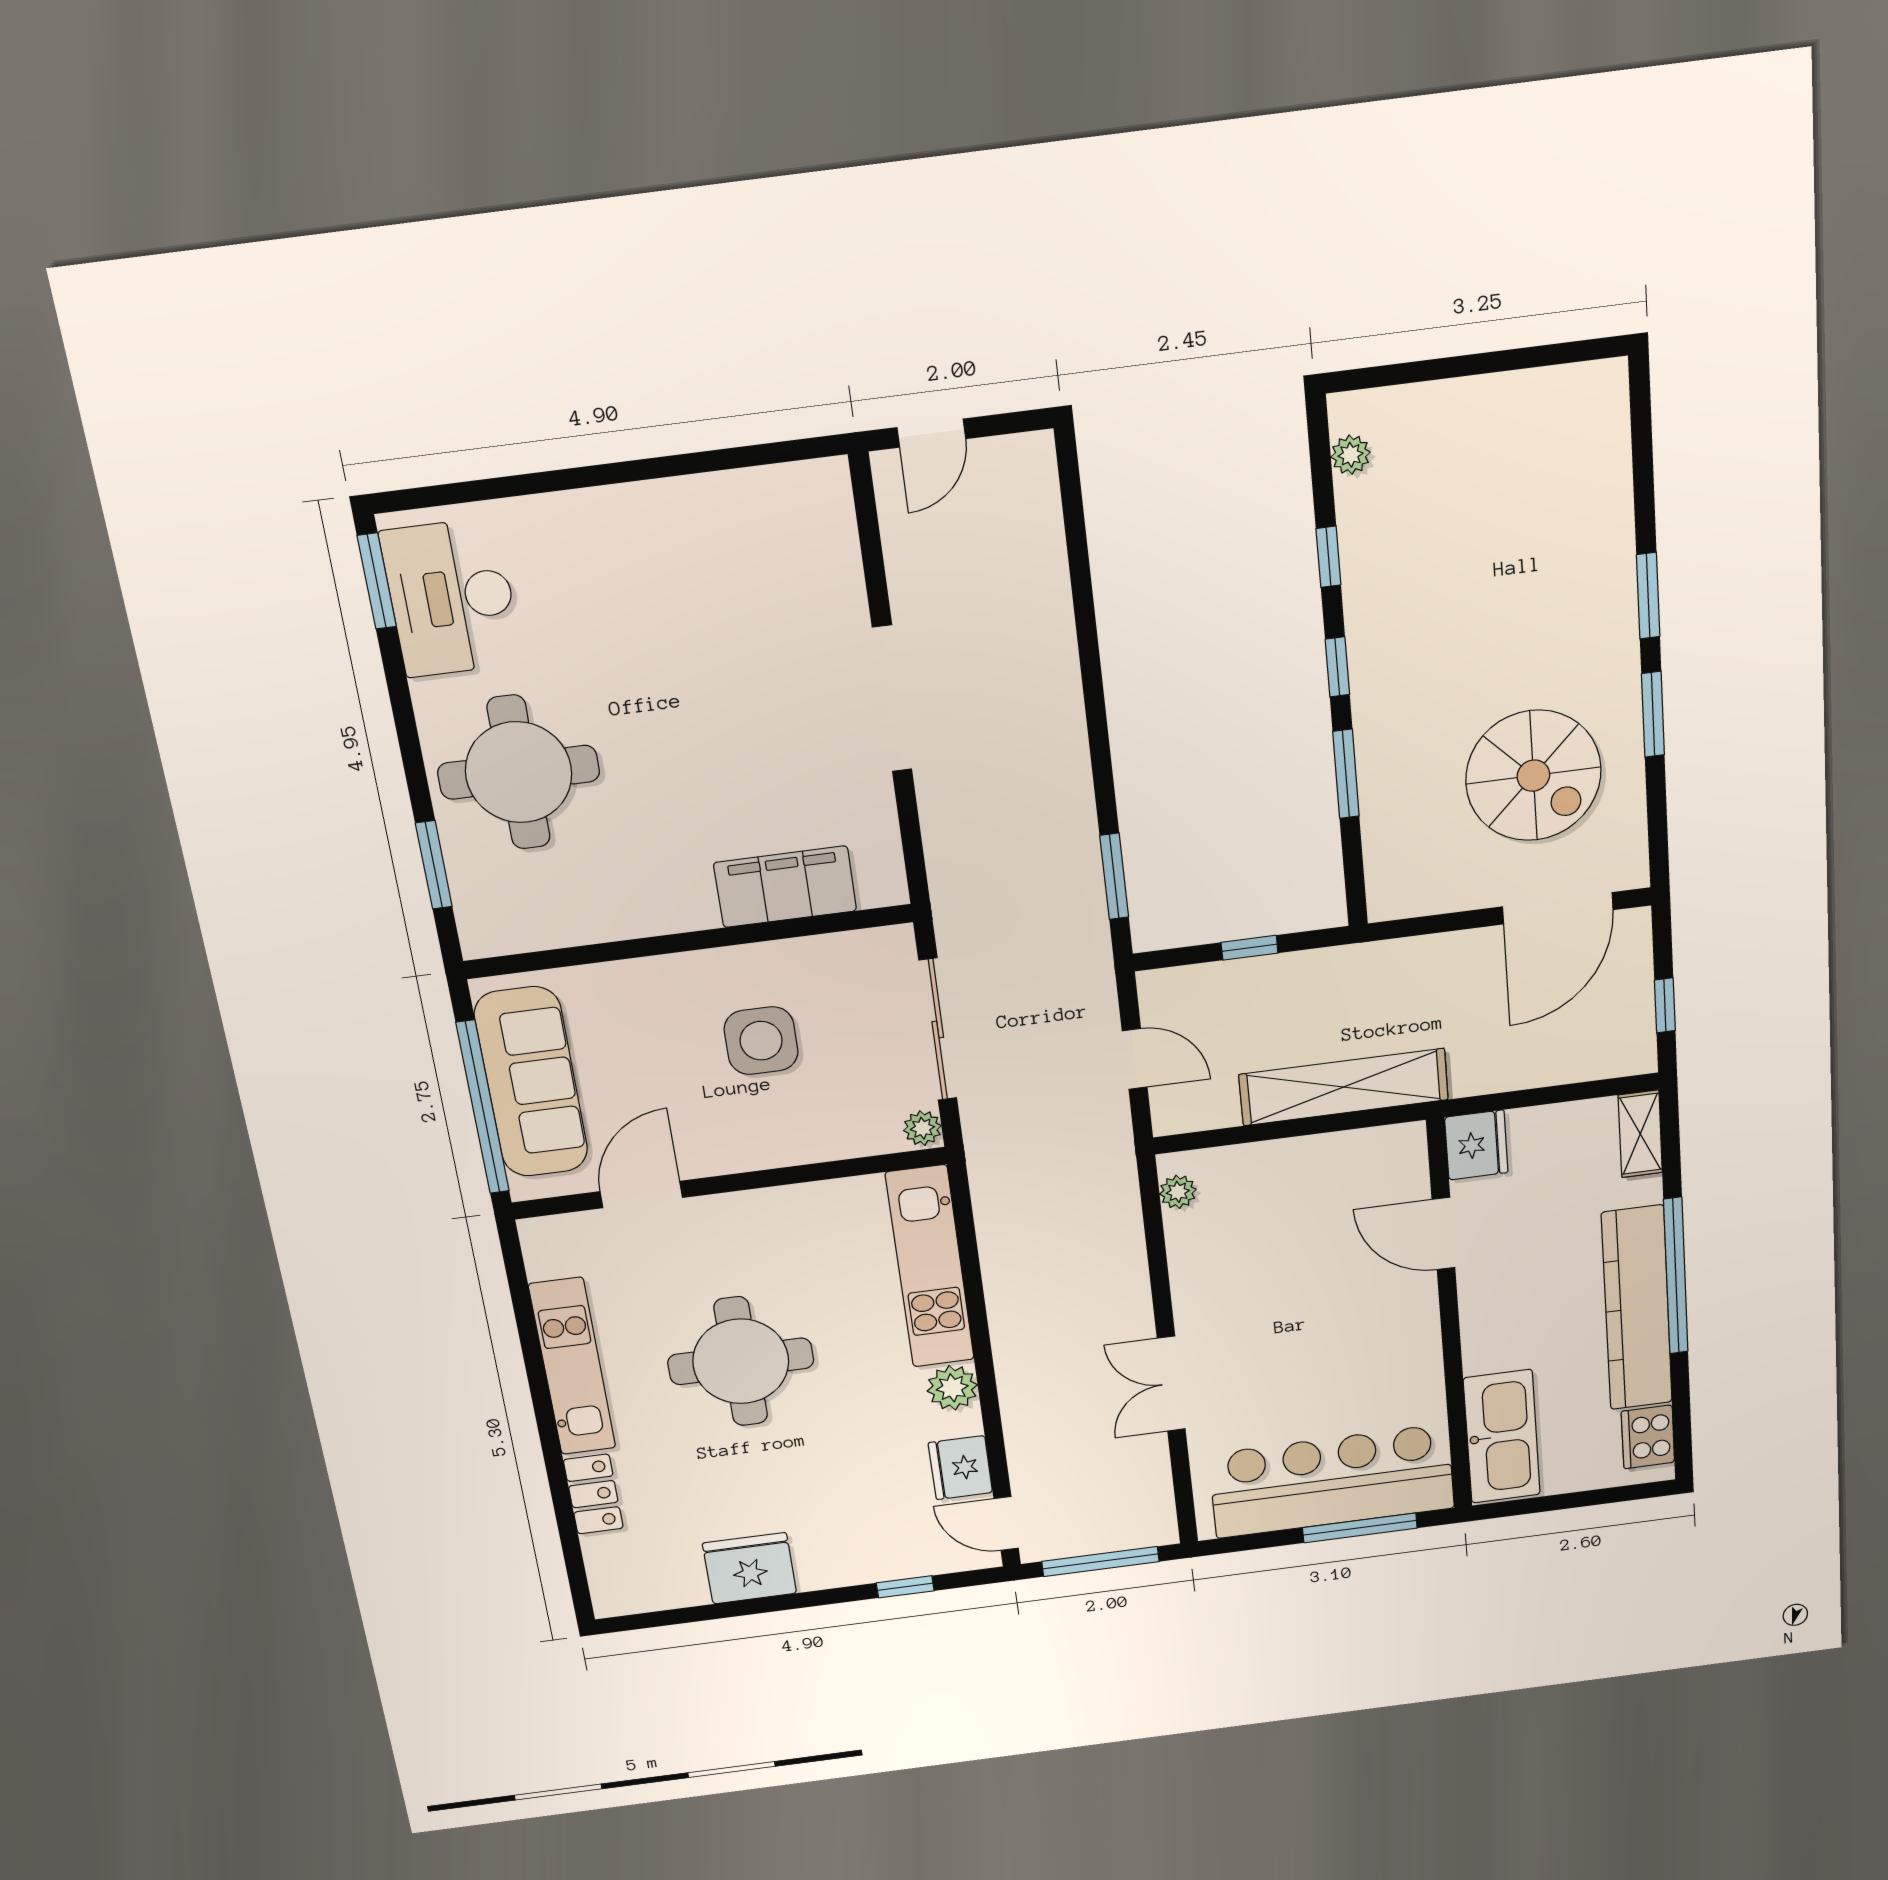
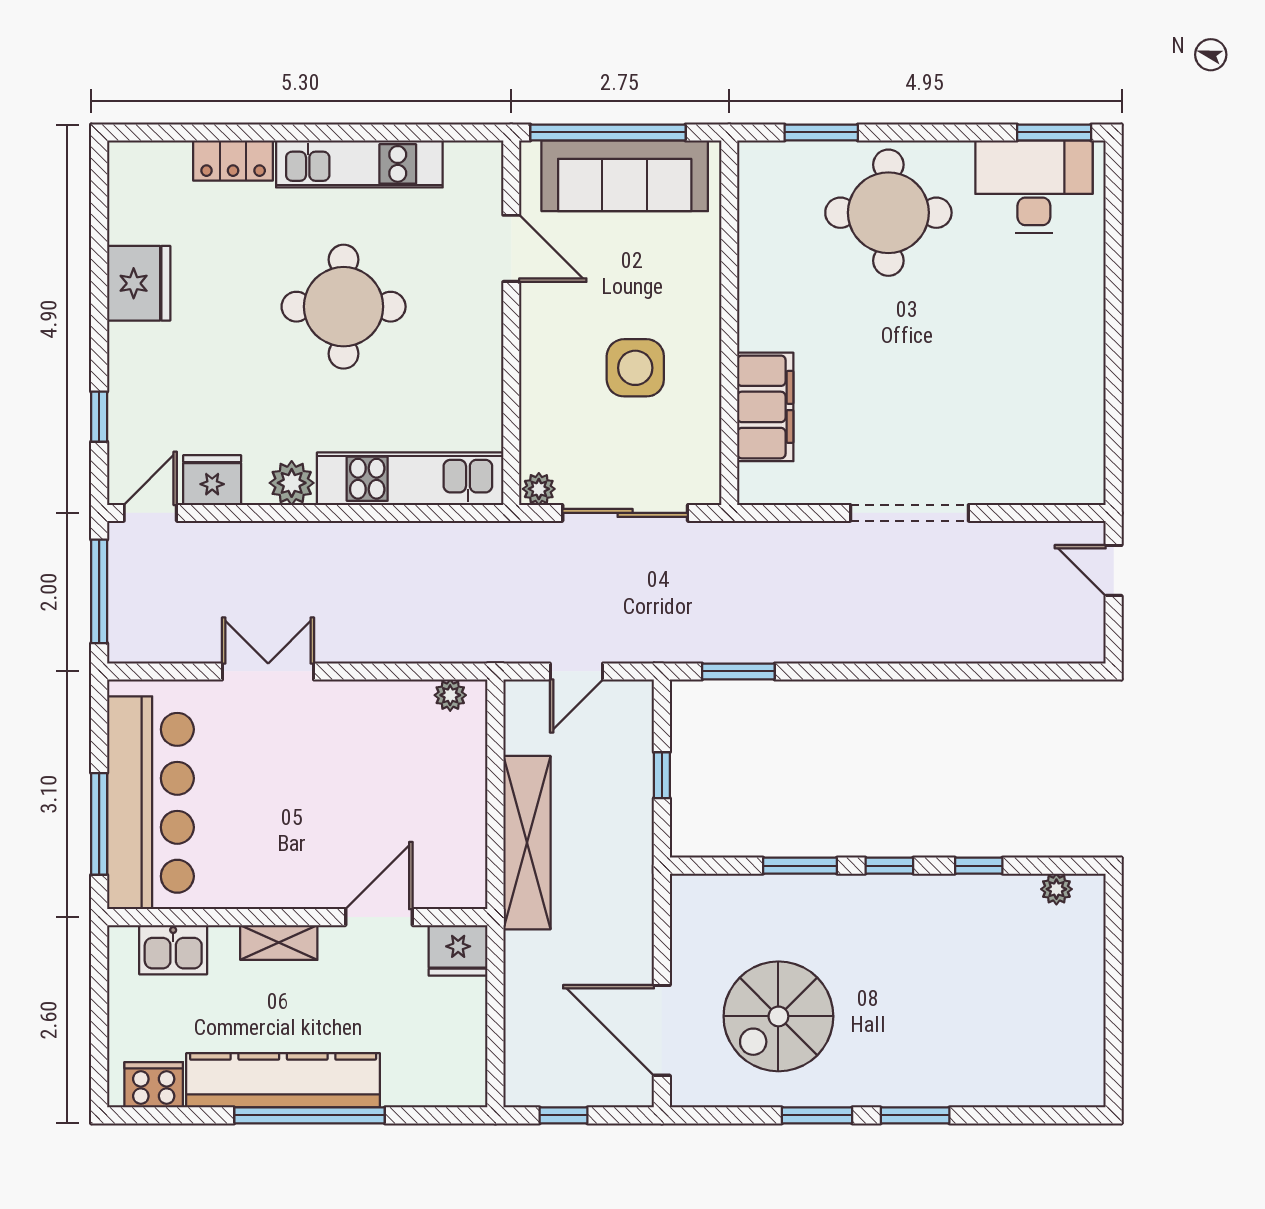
shelving: (1640, 1134) -> (279, 942), moved
kitchen sink: (1502, 1437) -> (173, 950), width x0.53, depth x0.81

